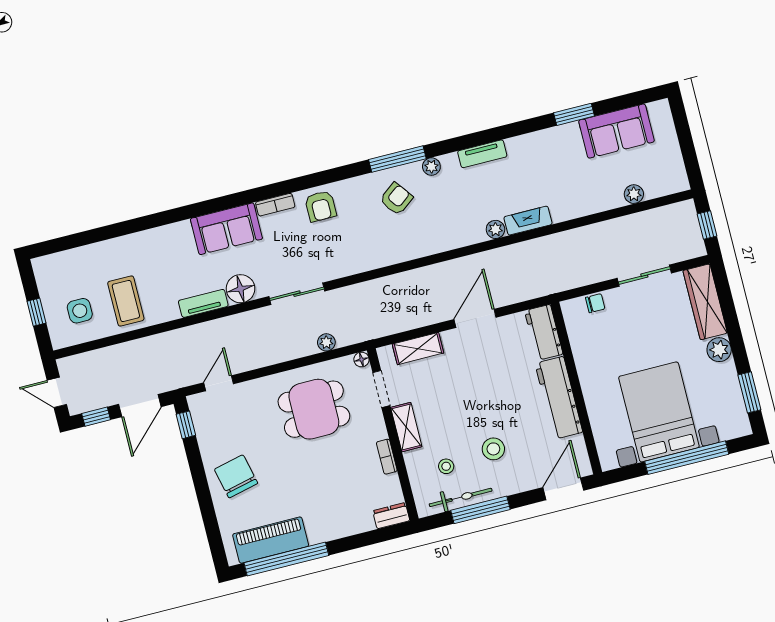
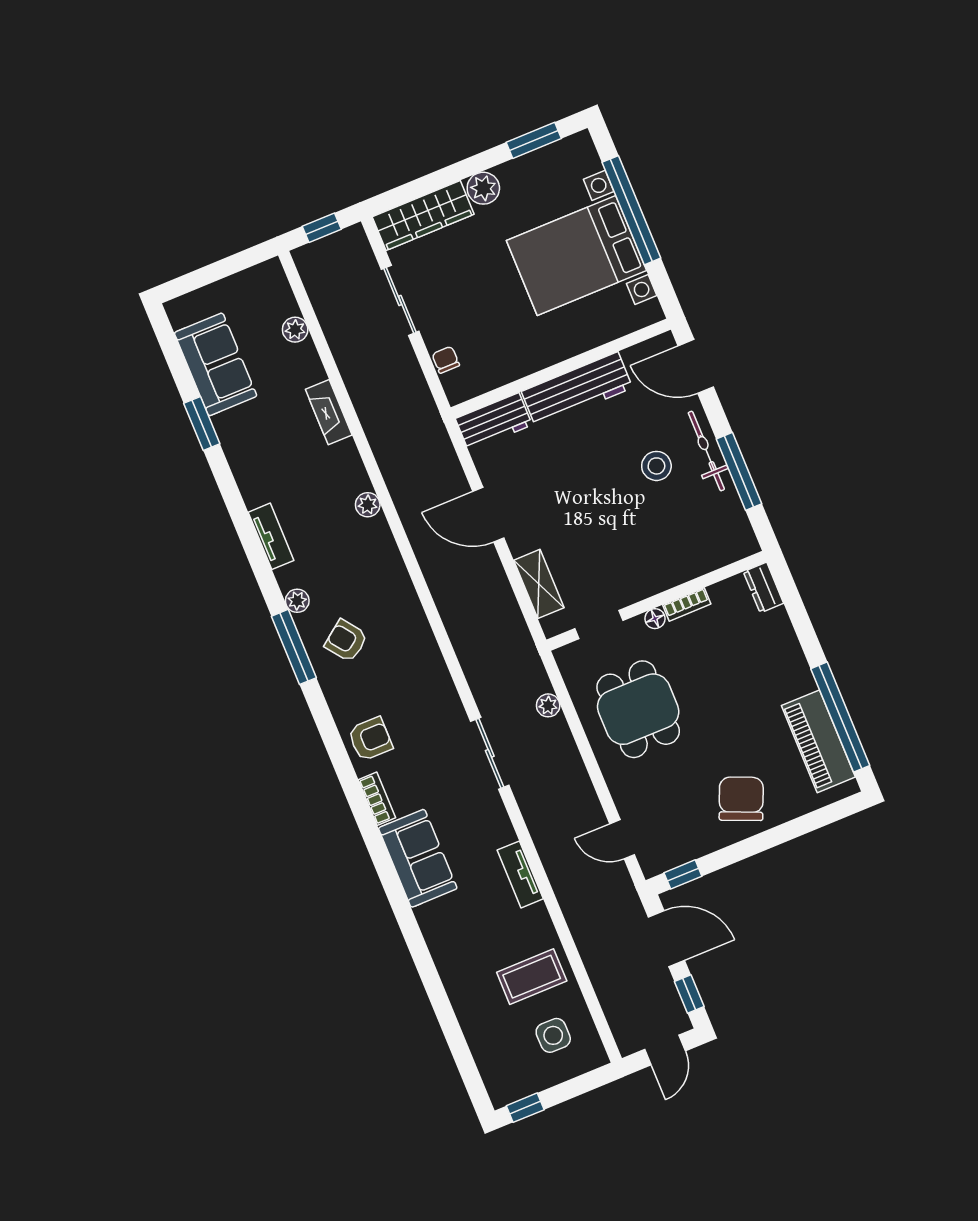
fireplace: (528, 221) -> (329, 412), moved
floor lamp: (241, 289) -> (494, 828), removed
window: (36, 312) -> (525, 1108), moved
floor lamp: (361, 359) -> (655, 619), moved
shelving: (406, 427) -> (644, 584), removed
stool: (446, 466) -> (688, 525), removed
chair: (236, 476) -> (741, 799), turned 126
bicycle: (461, 497) -> (706, 451), moved

